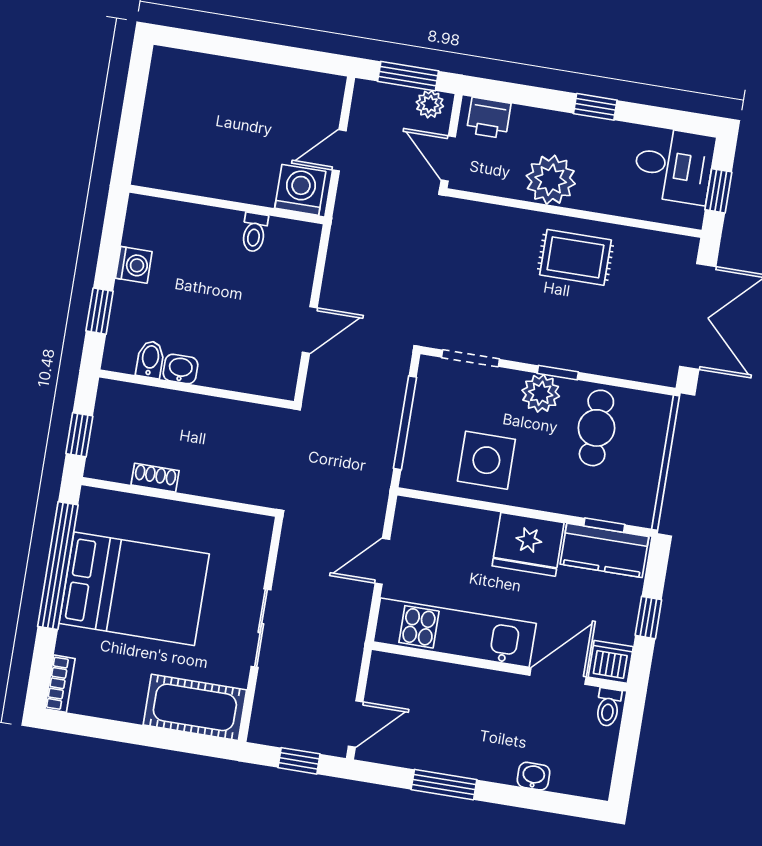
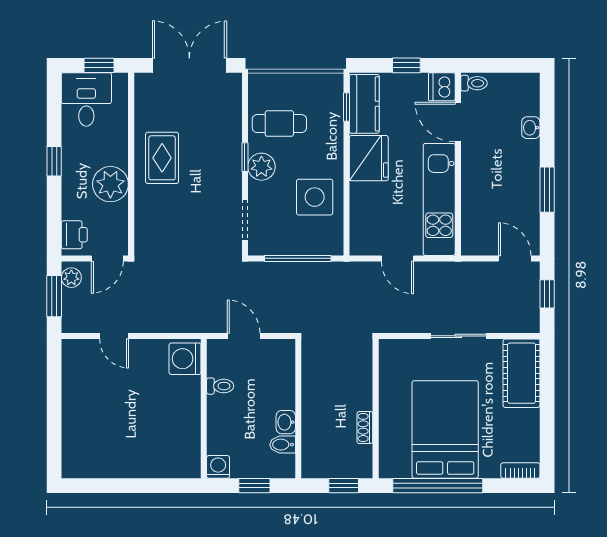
washing machine: (300, 190) -> (185, 359), moved
wall: (227, 205) -> (204, 409), moved
toilet: (254, 232) -> (220, 386), moved

